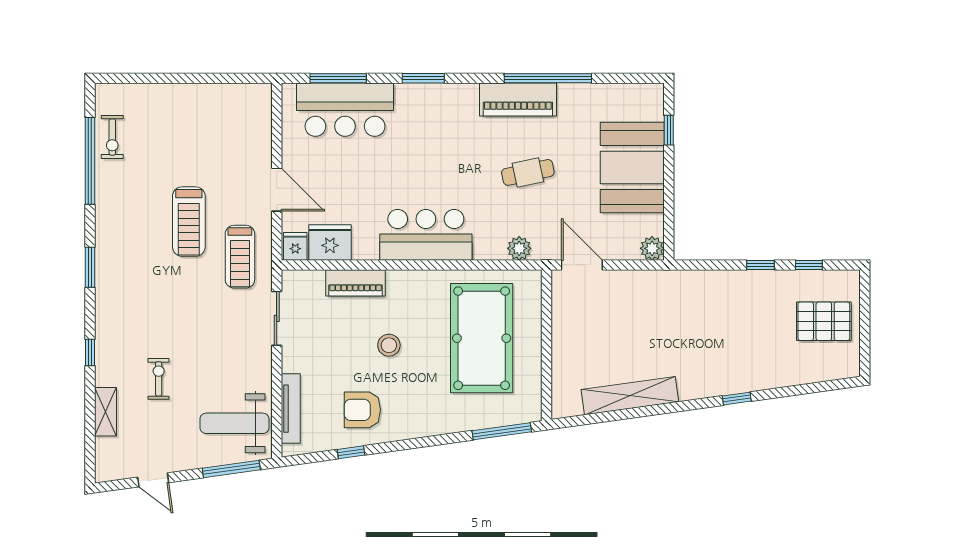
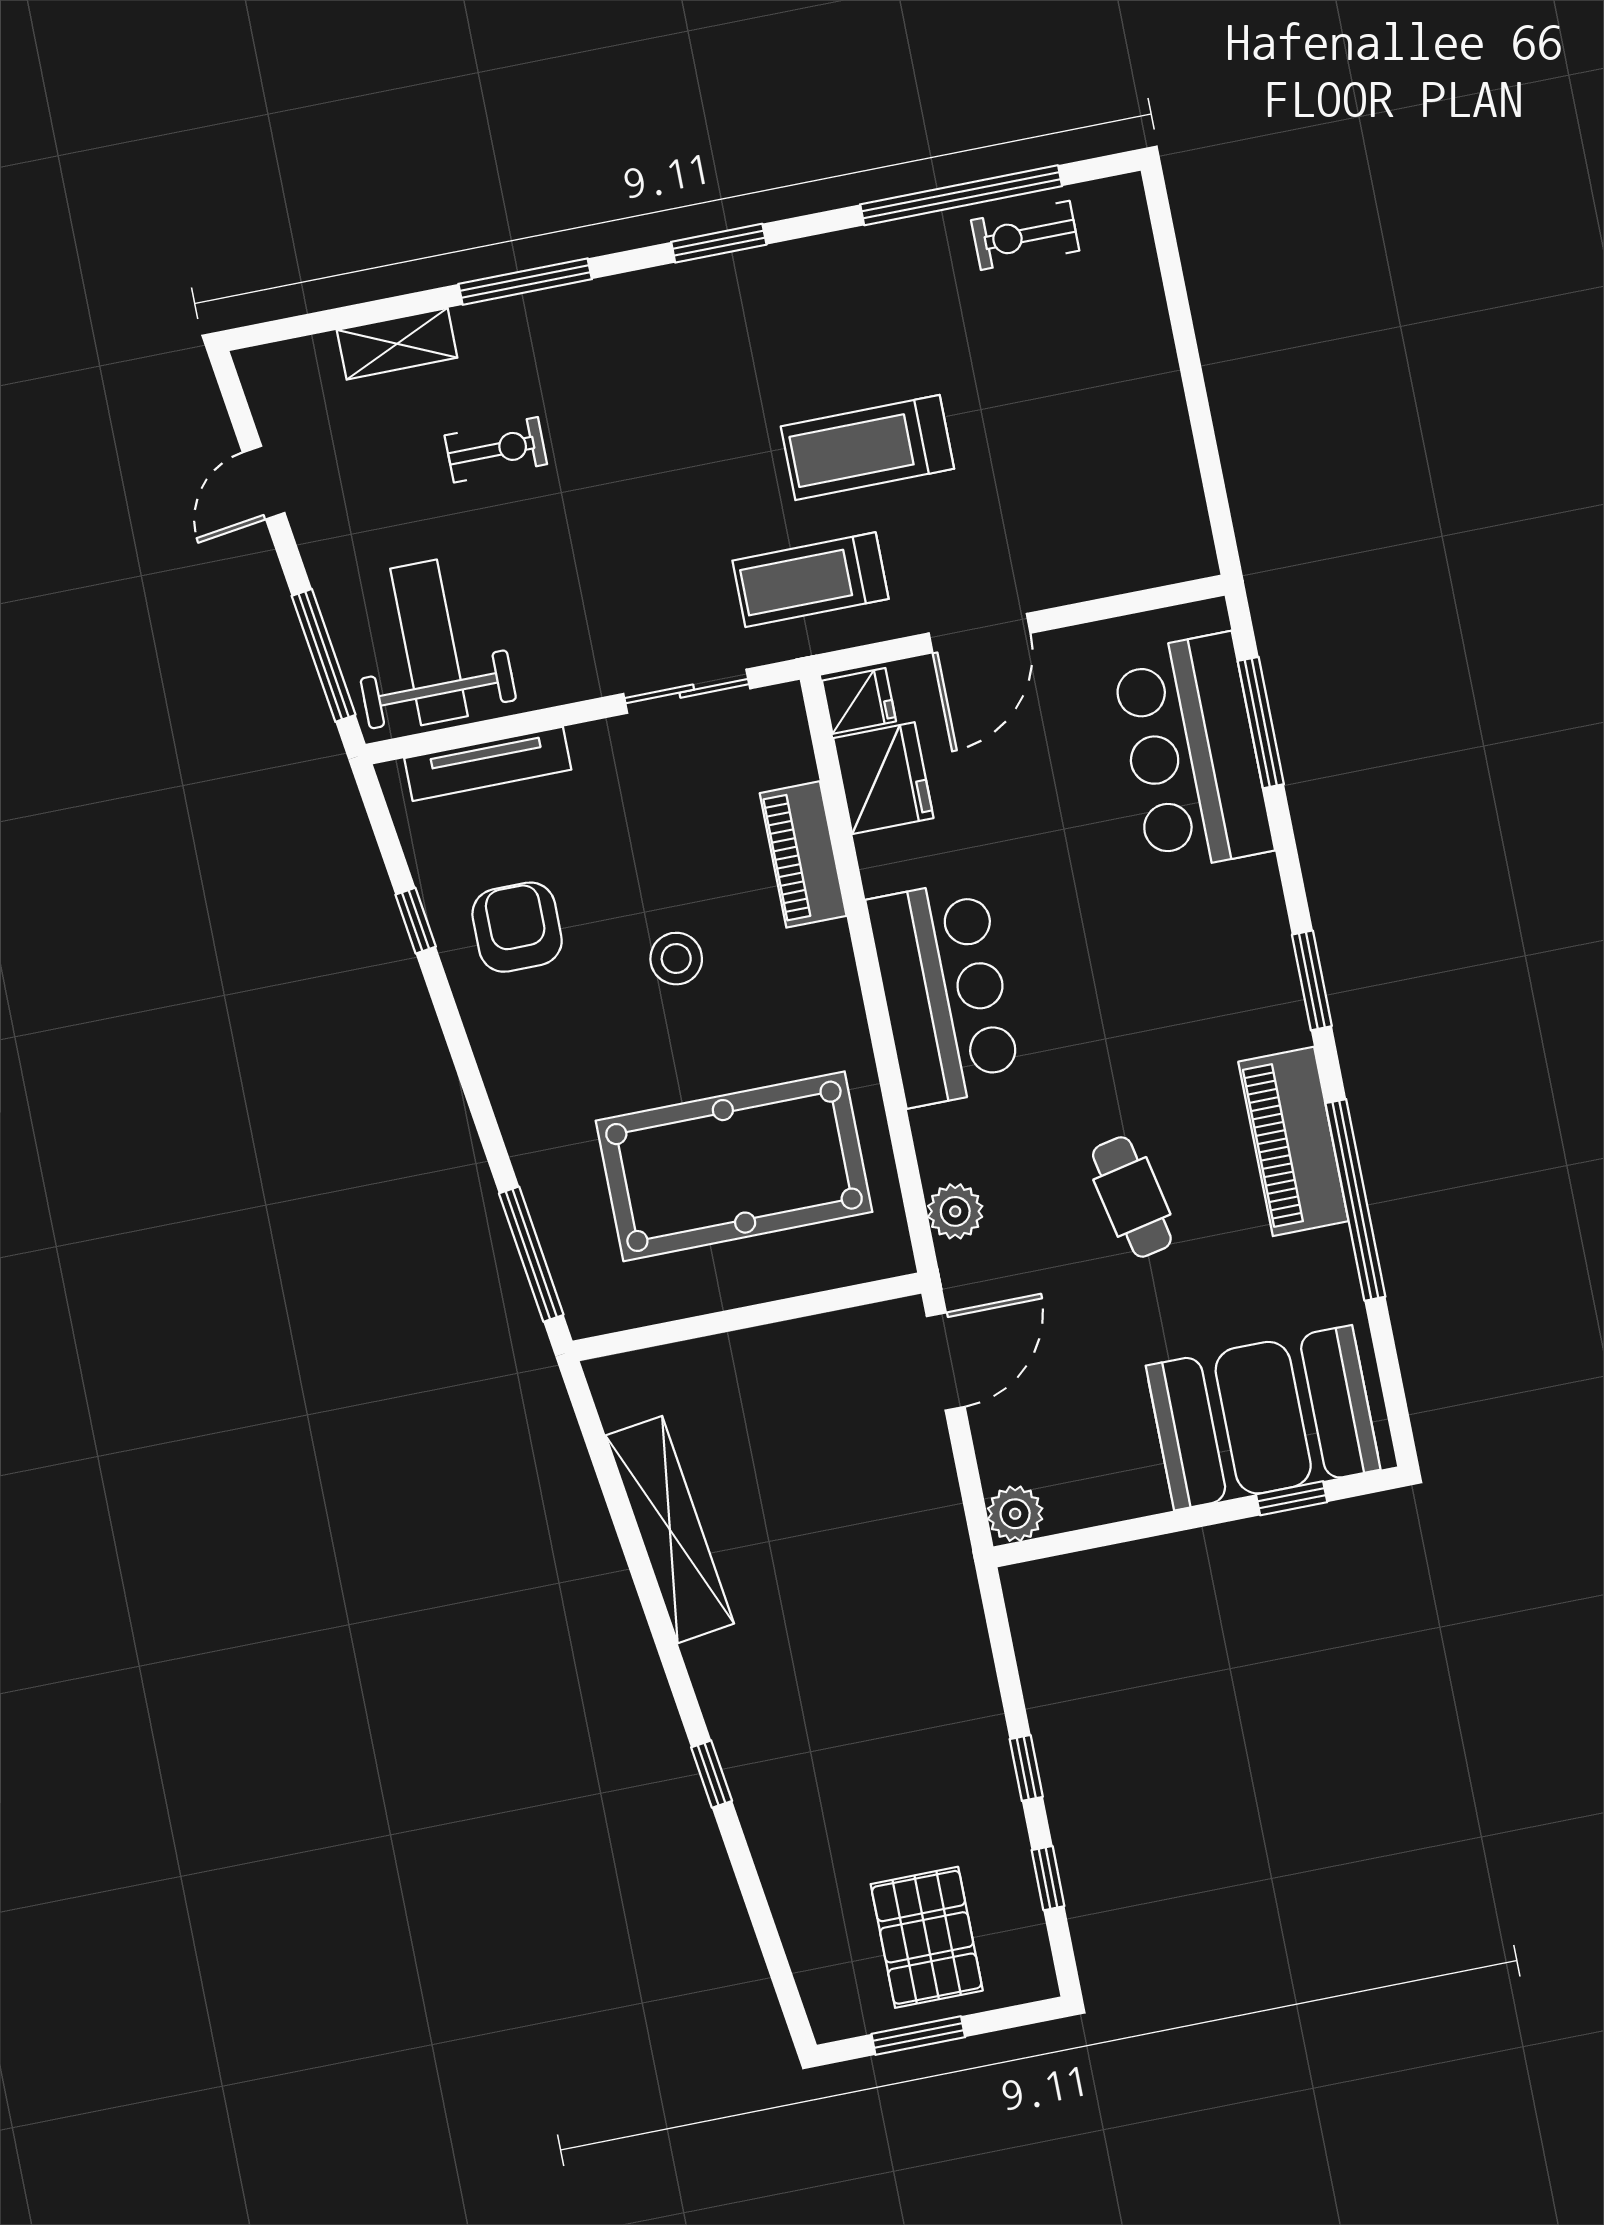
window: (423, 78) -> (1312, 980), moved
booth: (632, 168) -> (1263, 1418), moved
window: (865, 333) -> (918, 2036), added
window: (90, 352) -> (525, 282), width x2.17

